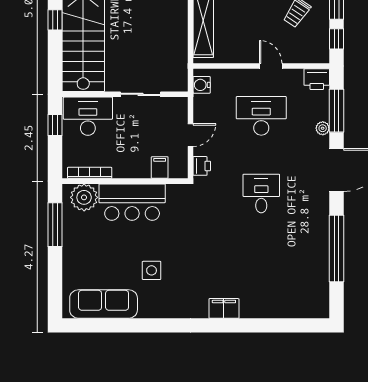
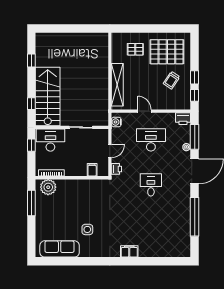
window: (55, 20) -> (31, 104), moved
door: (271, 66) -> (144, 111), moved
bar counter: (132, 202) -> (76, 190), removed

